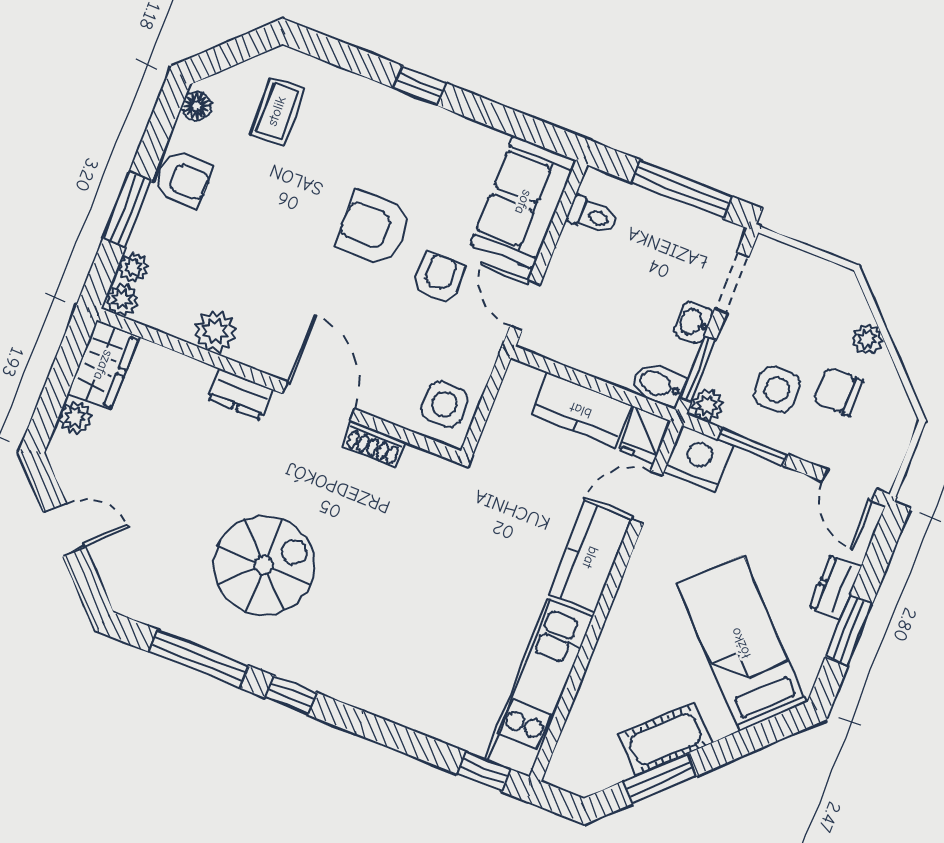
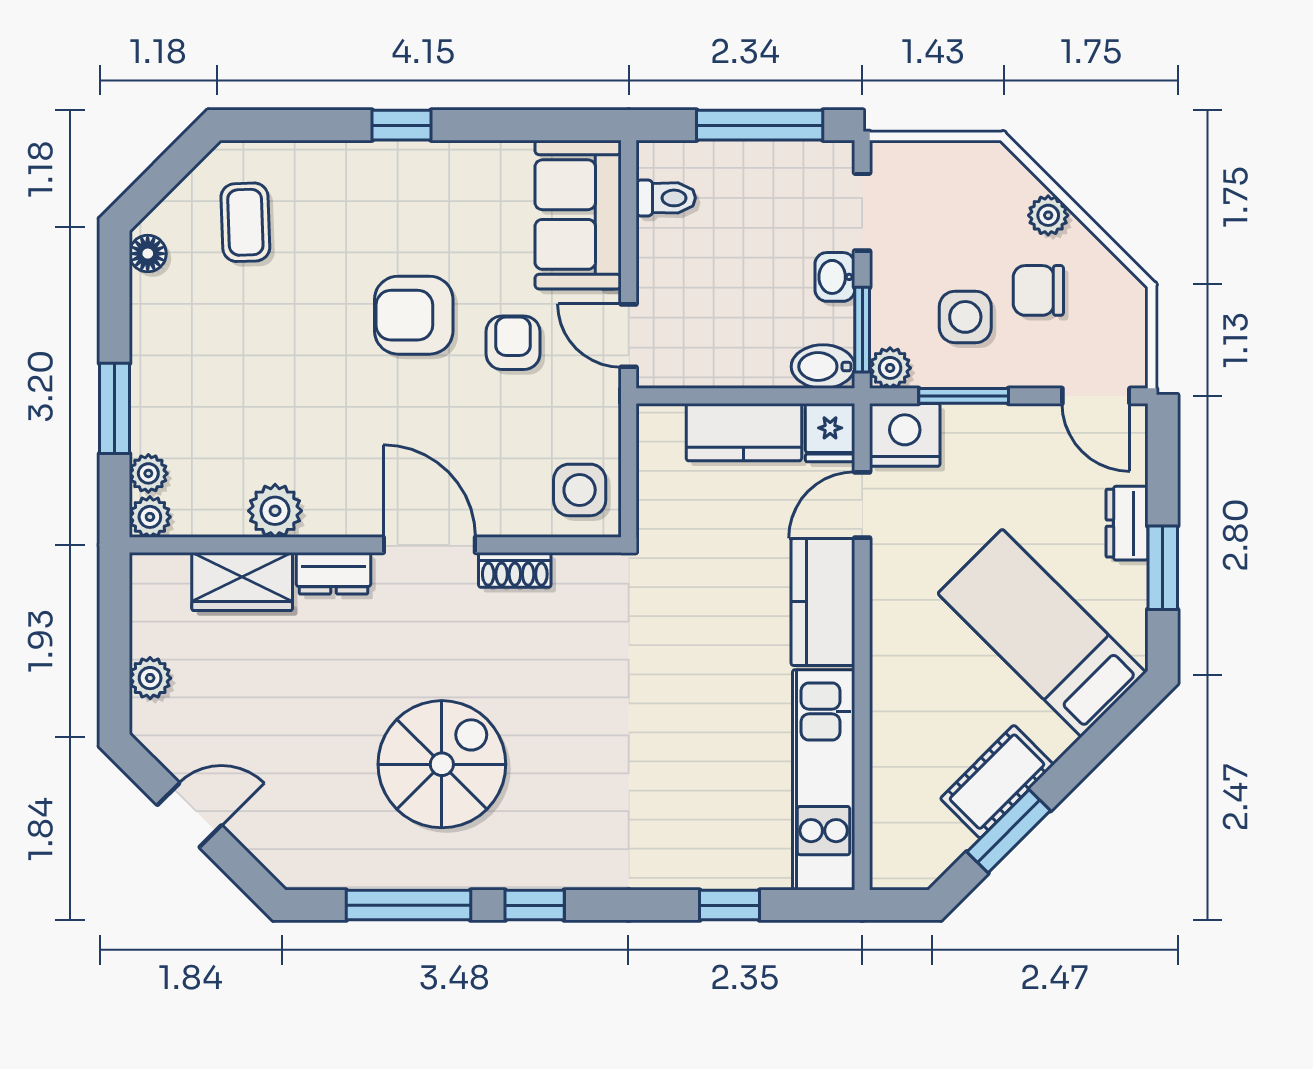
armchair: (183, 179) -> (166, 346), removed
wardrobe: (103, 365) -> (242, 582), moved, turned 90
window: (484, 772) -> (730, 905), moved

